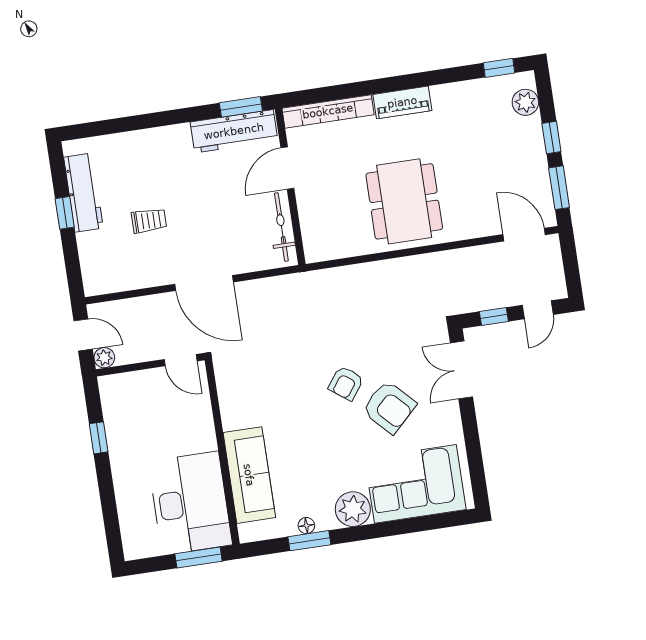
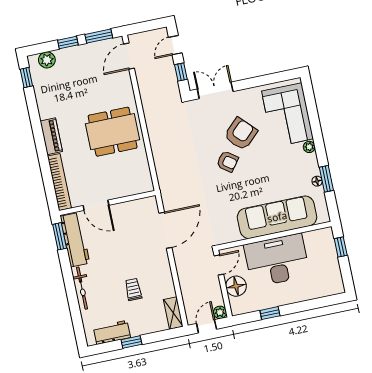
workbench: (83, 193) -> (112, 332), width x0.73
bicycle: (281, 227) -> (82, 288), moved, turned -90
shelving: (107, 283) -> (173, 313), added
door: (204, 283) -> (165, 230), moved
door: (538, 310) -> (175, 45), swing flipped
double door: (461, 370) -> (215, 90), swing flipped
floor lamp: (145, 386) -> (236, 286), added
sofa: (249, 475) -> (277, 217), width x1.36, depth x1.27
desk: (190, 503) -> (277, 260), moved
plant: (353, 509) -> (309, 147), width x0.53, depth x0.53
window: (199, 557) -> (341, 247), width x0.67

